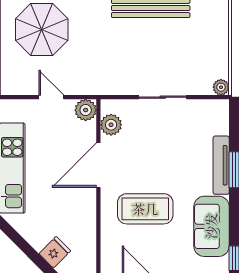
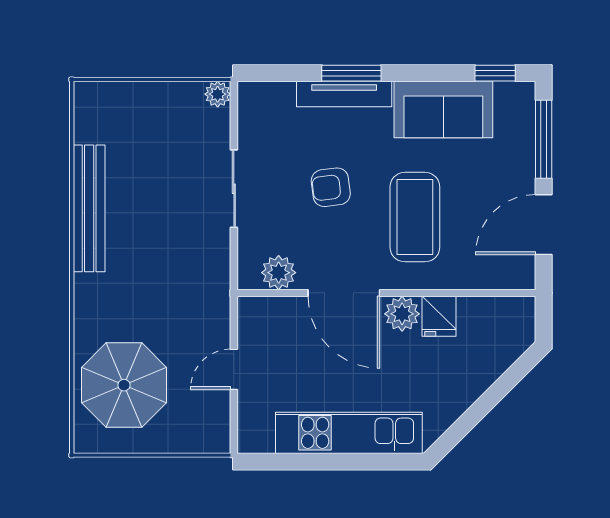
plant: (86, 110) -> (402, 314), moved
armchair: (164, 157) -> (331, 187), added
fridge: (55, 252) -> (439, 316), moved, turned -135

